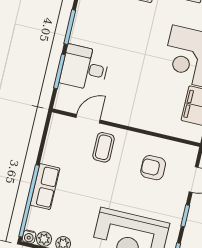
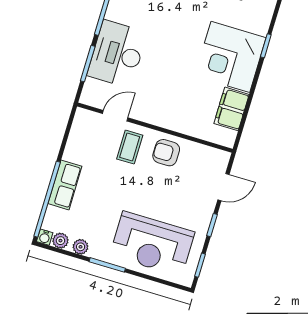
desk: (85, 68) -> (117, 54), width x1.37
armchair: (153, 168) -> (166, 153), moved

